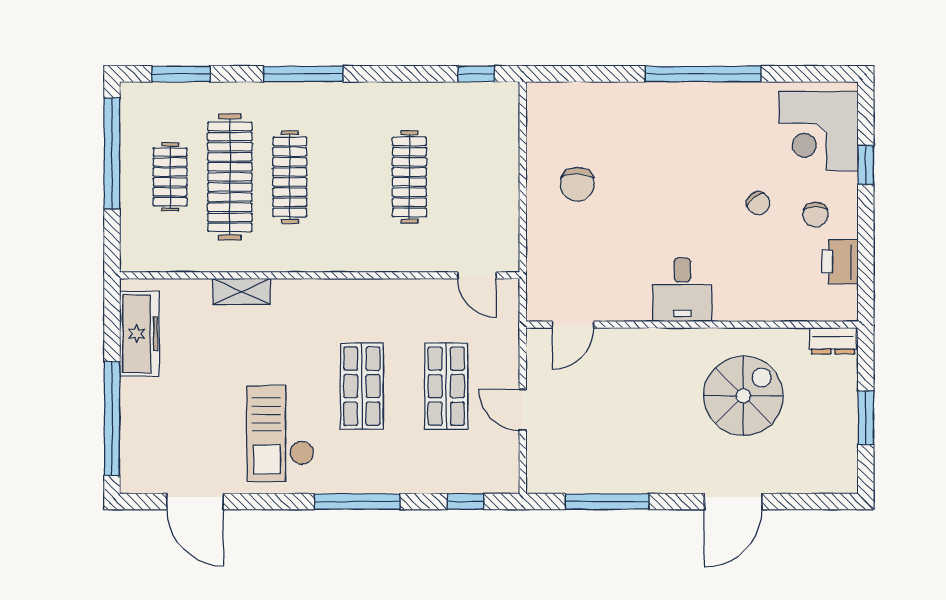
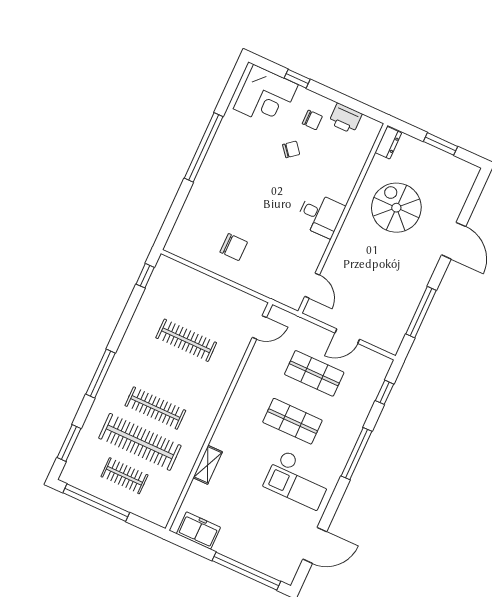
freezer: (139, 334) -> (198, 531), width x0.71

